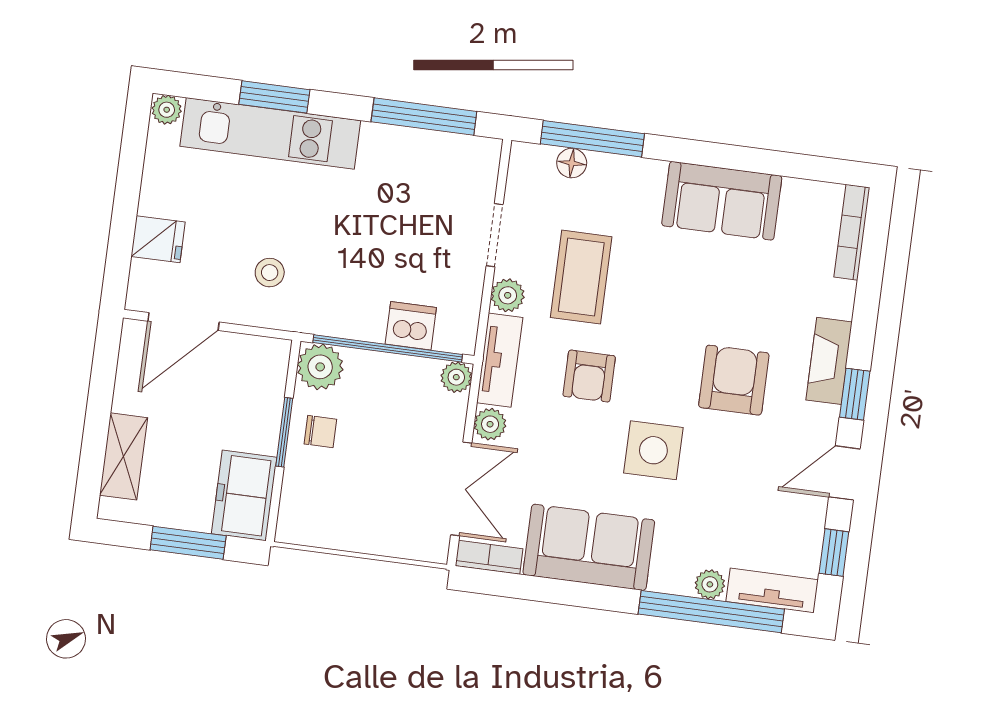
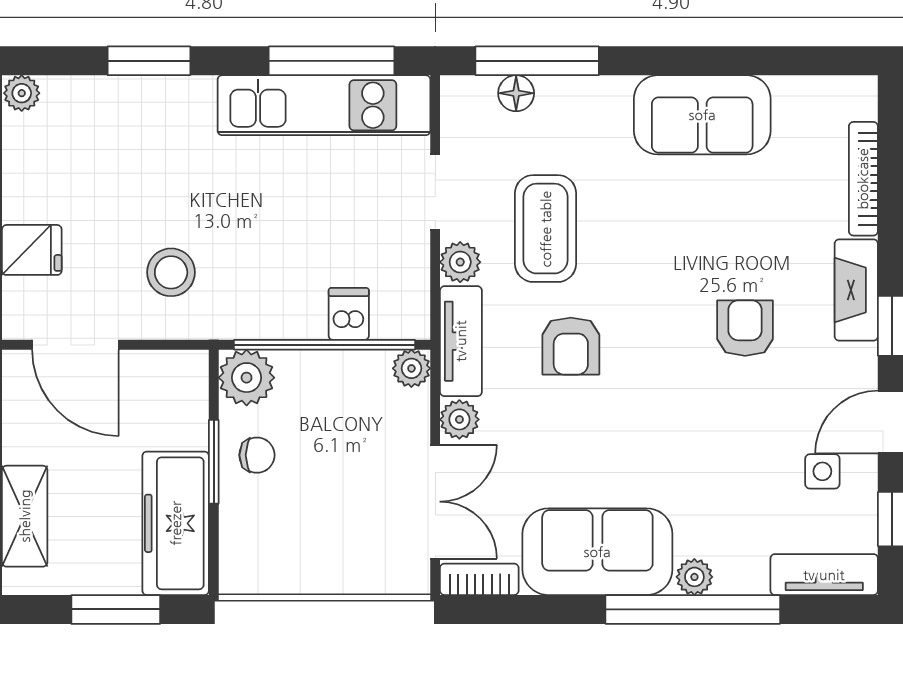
kitchen unit: (270, 133) -> (324, 105), moved
bookcase: (852, 232) -> (863, 179), moved
stool: (270, 273) -> (171, 272), width x1.37, depth x1.37
door: (183, 322) -> (75, 345), hinge flipped
dishwasher: (411, 326) -> (349, 314), width x0.73
armchair: (734, 380) -> (745, 328), width x0.72, depth x0.72
side table: (653, 450) -> (822, 471), moved, width x0.54, depth x0.54
freezer: (244, 495) -> (176, 523), width x1.40
plant: (710, 584) -> (694, 577), moved
window: (711, 612) -> (693, 609), moved

